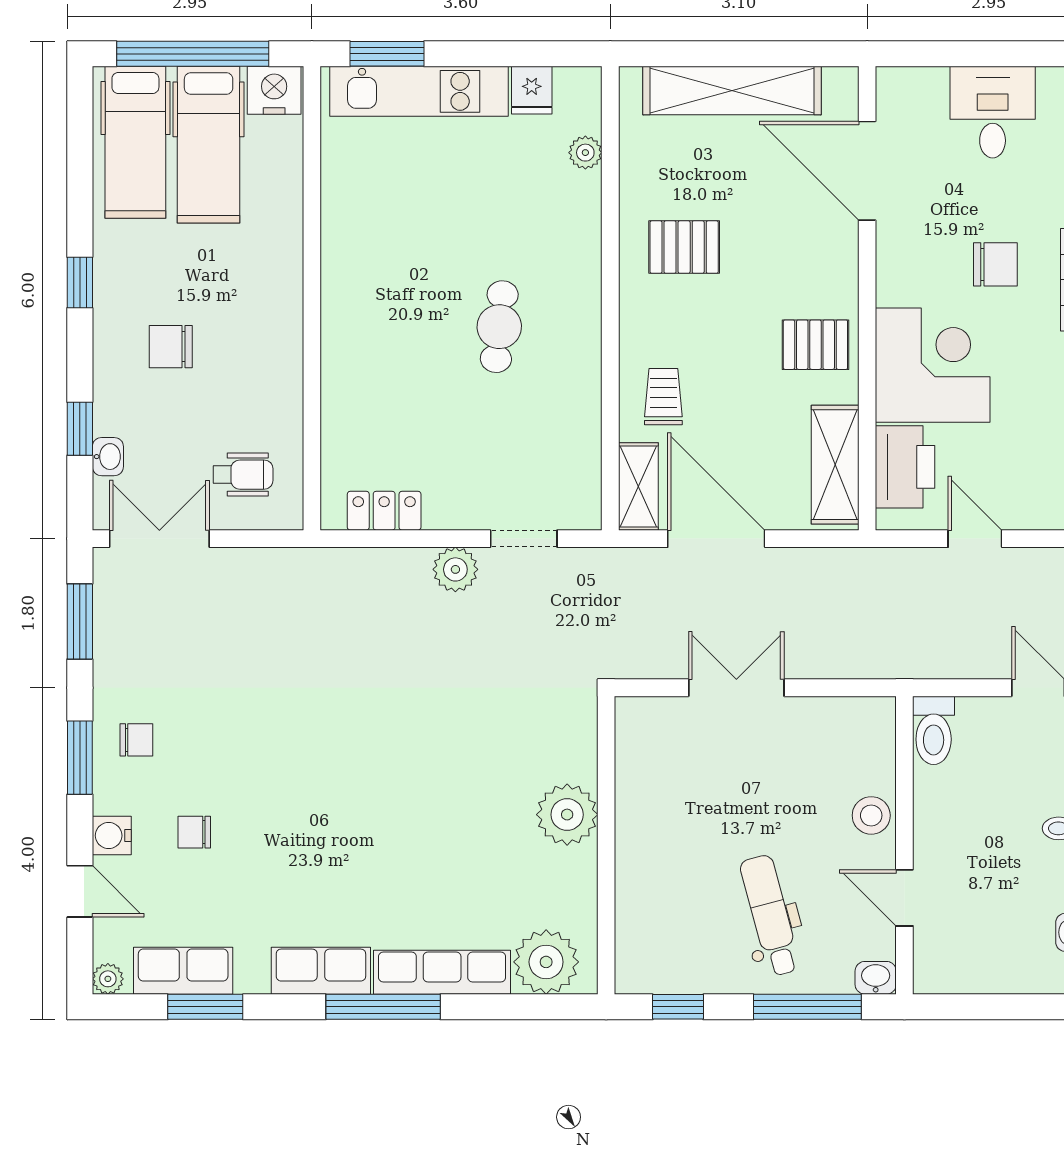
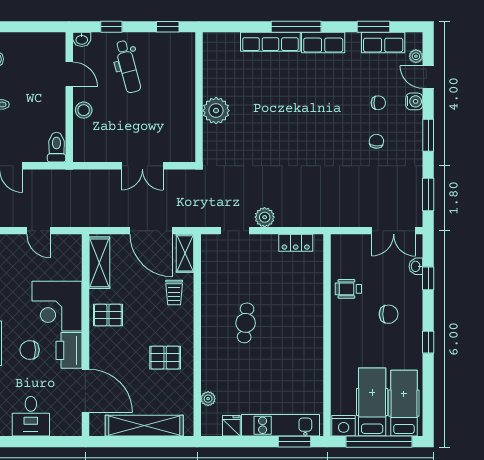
printer: (905, 467) -> (69, 350), moved
wheelchair: (243, 475) -> (348, 289), moved
chair: (136, 740) -> (376, 141), moved, turned 95
plant: (546, 962) -> (225, 46), removed
plant: (108, 979) -> (416, 56), moved
window: (807, 1007) -> (111, 27), width x0.46

